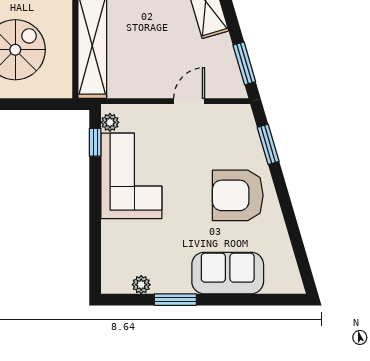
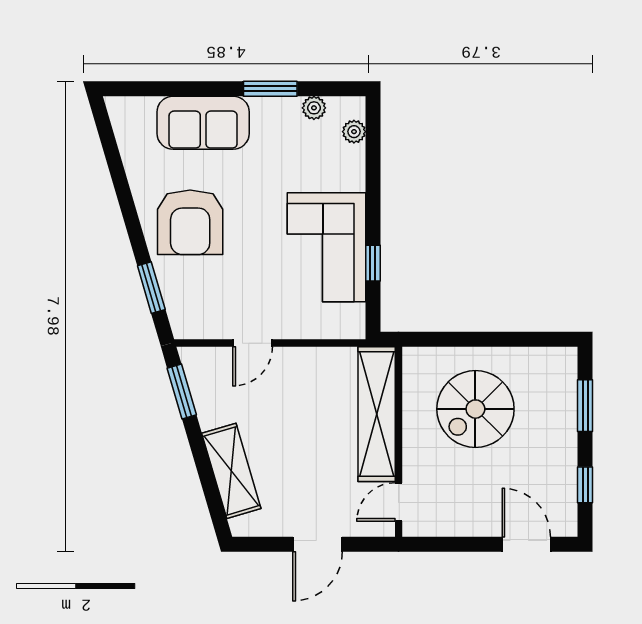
plant: (110, 122) -> (354, 132), moved
window: (95, 142) -> (373, 263), moved
armchair: (238, 195) -> (190, 222), turned 90

